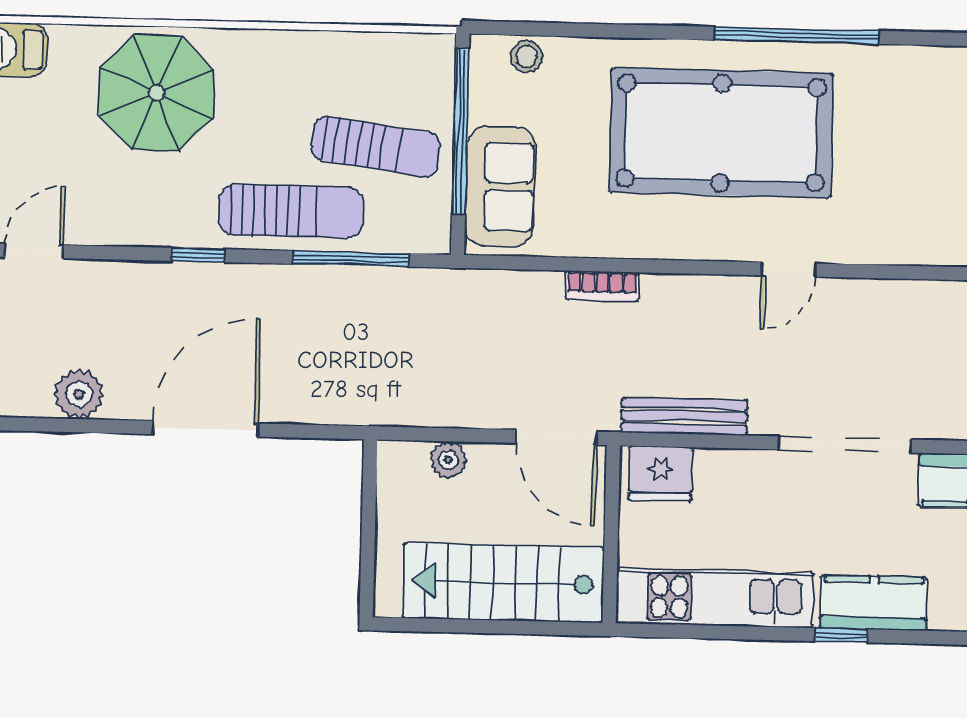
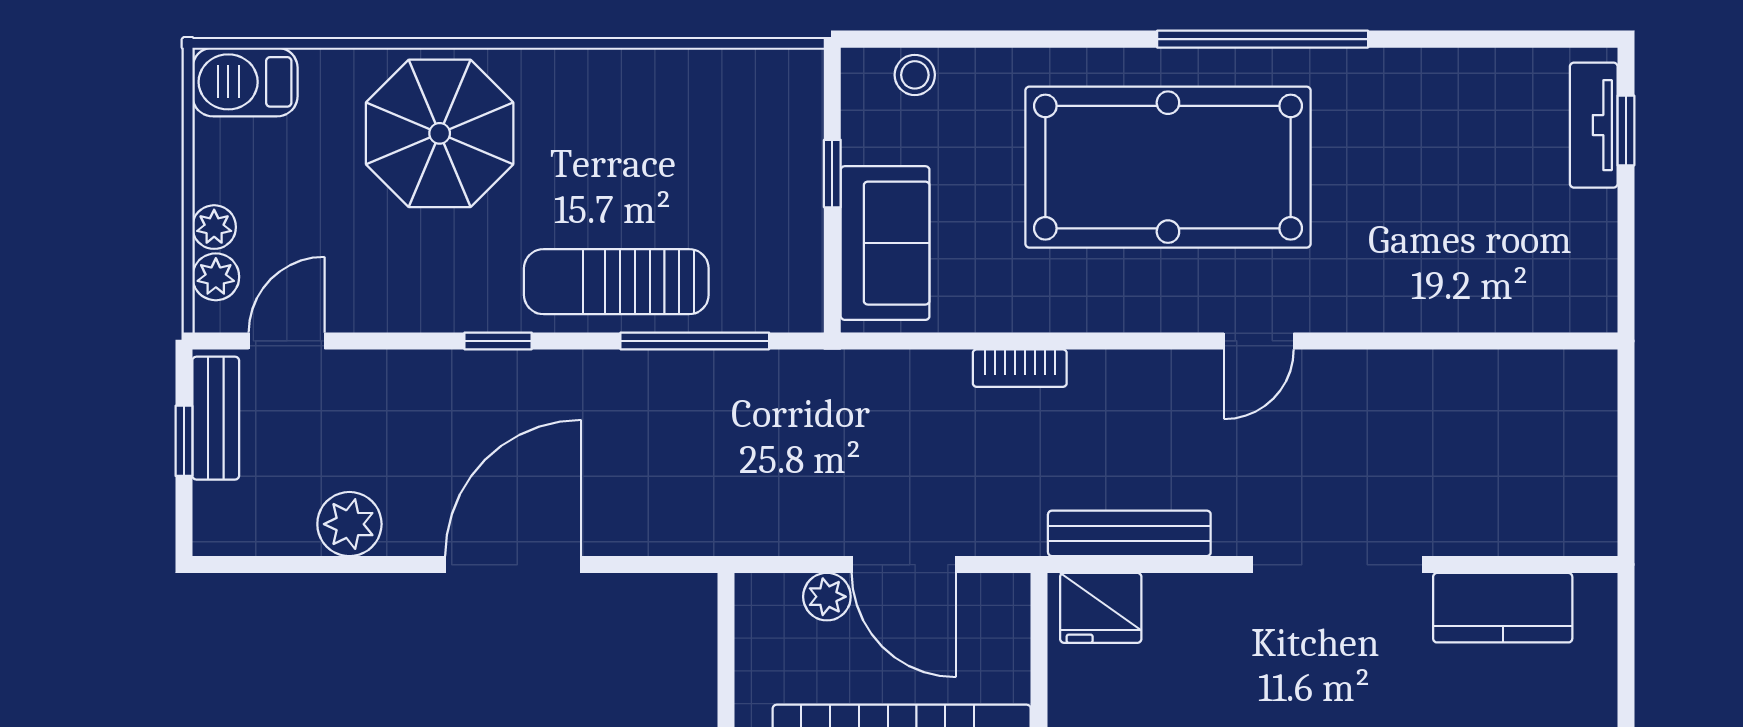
window: (460, 131) -> (832, 174), width x0.32
sun lounger: (376, 147) -> (724, 196), removed
sun lounger: (291, 211) -> (616, 282), turned 180
door: (557, 437) -> (904, 565), moved

